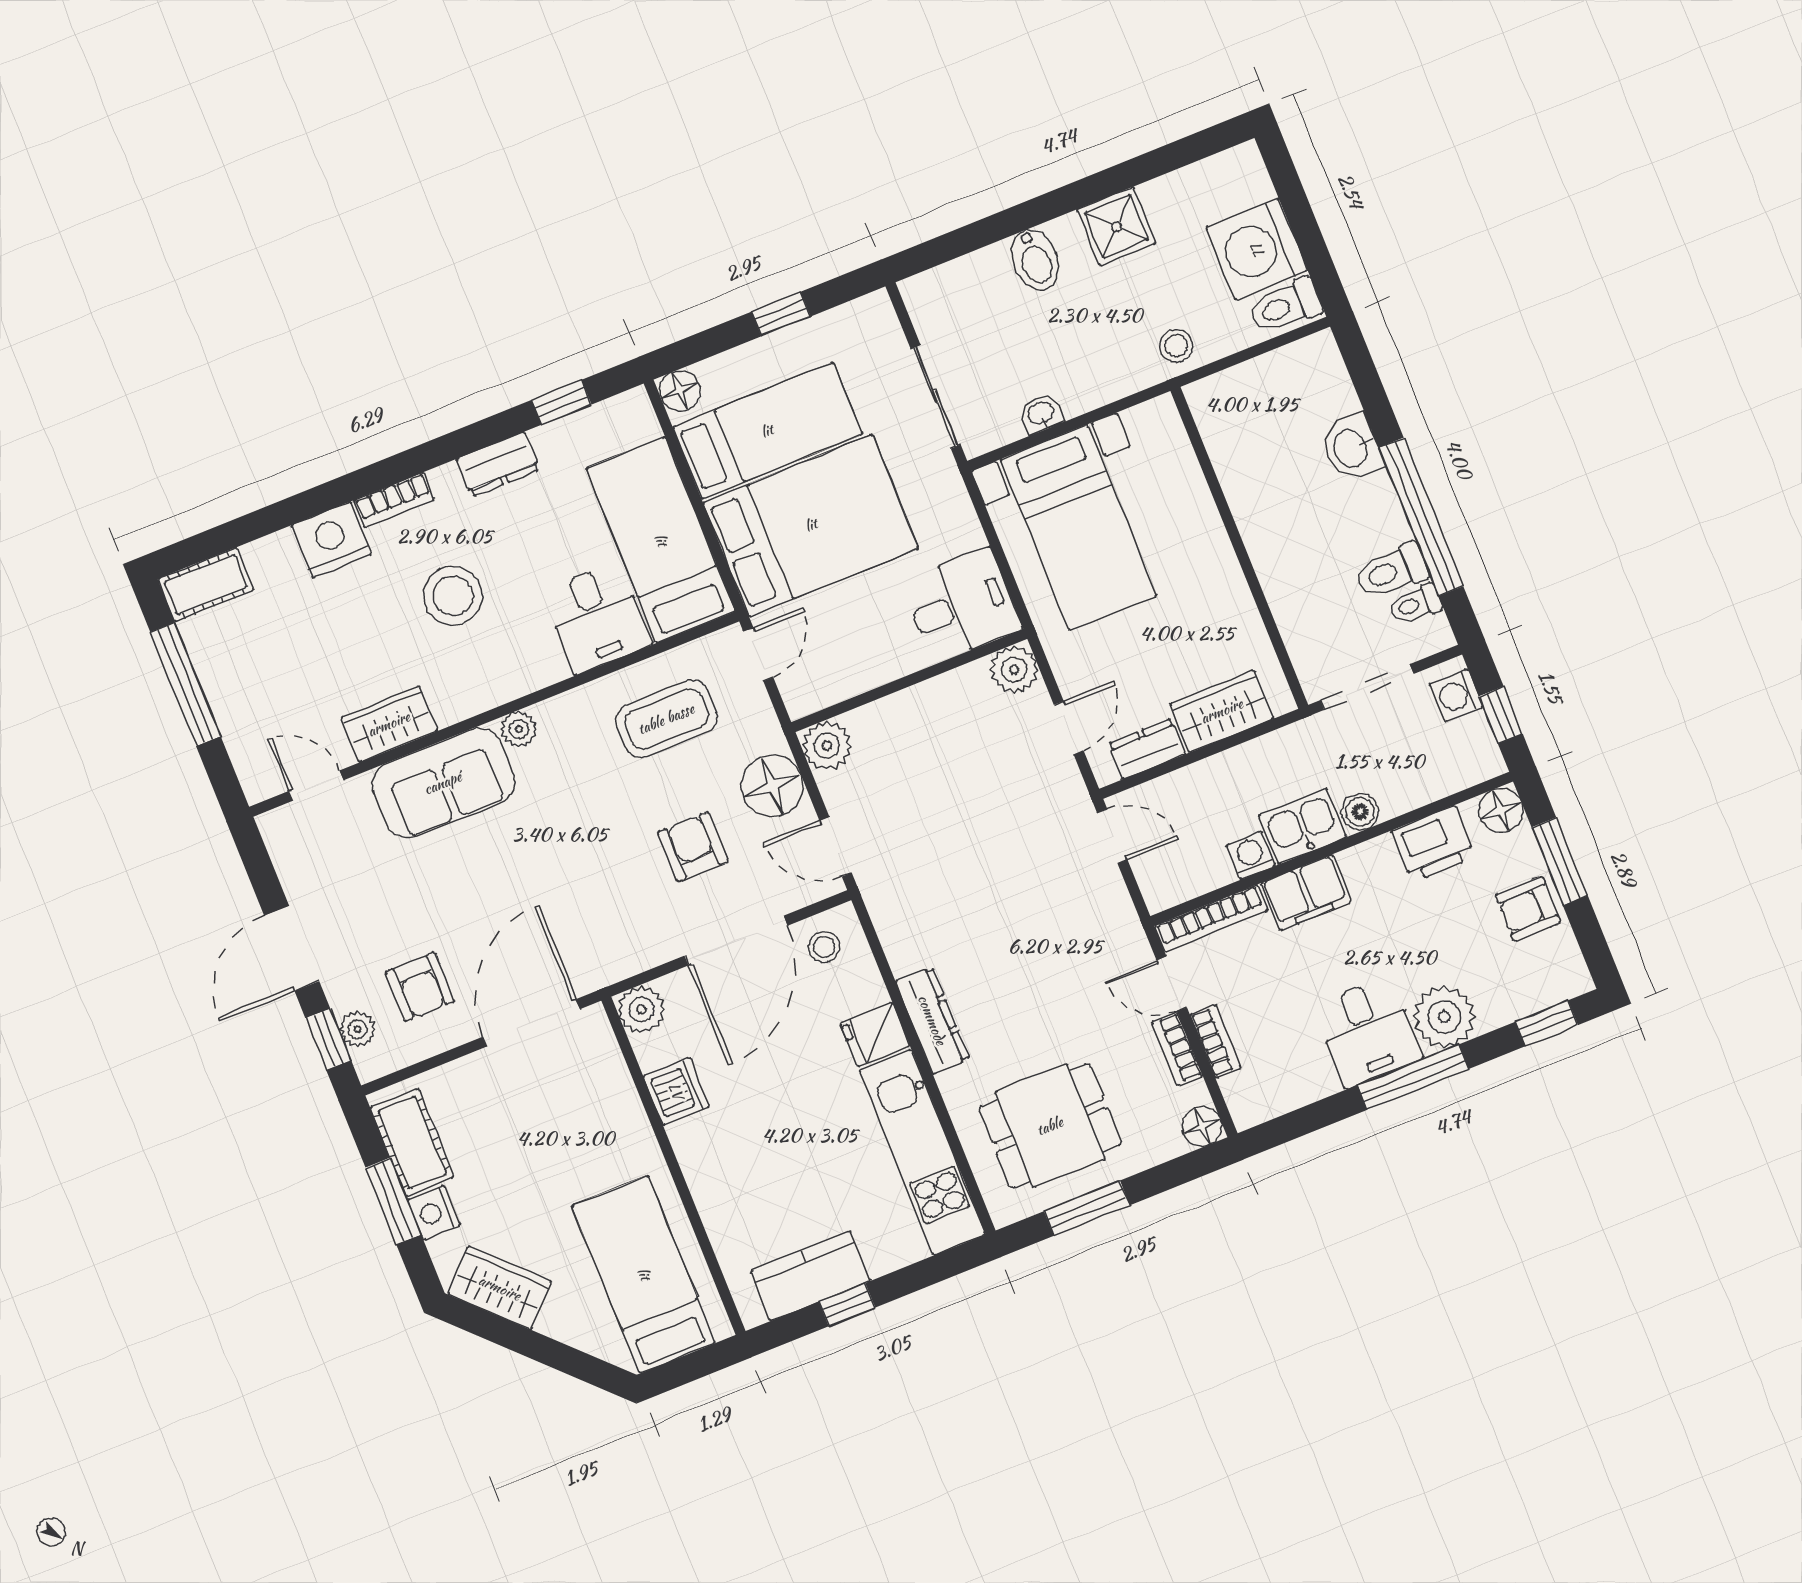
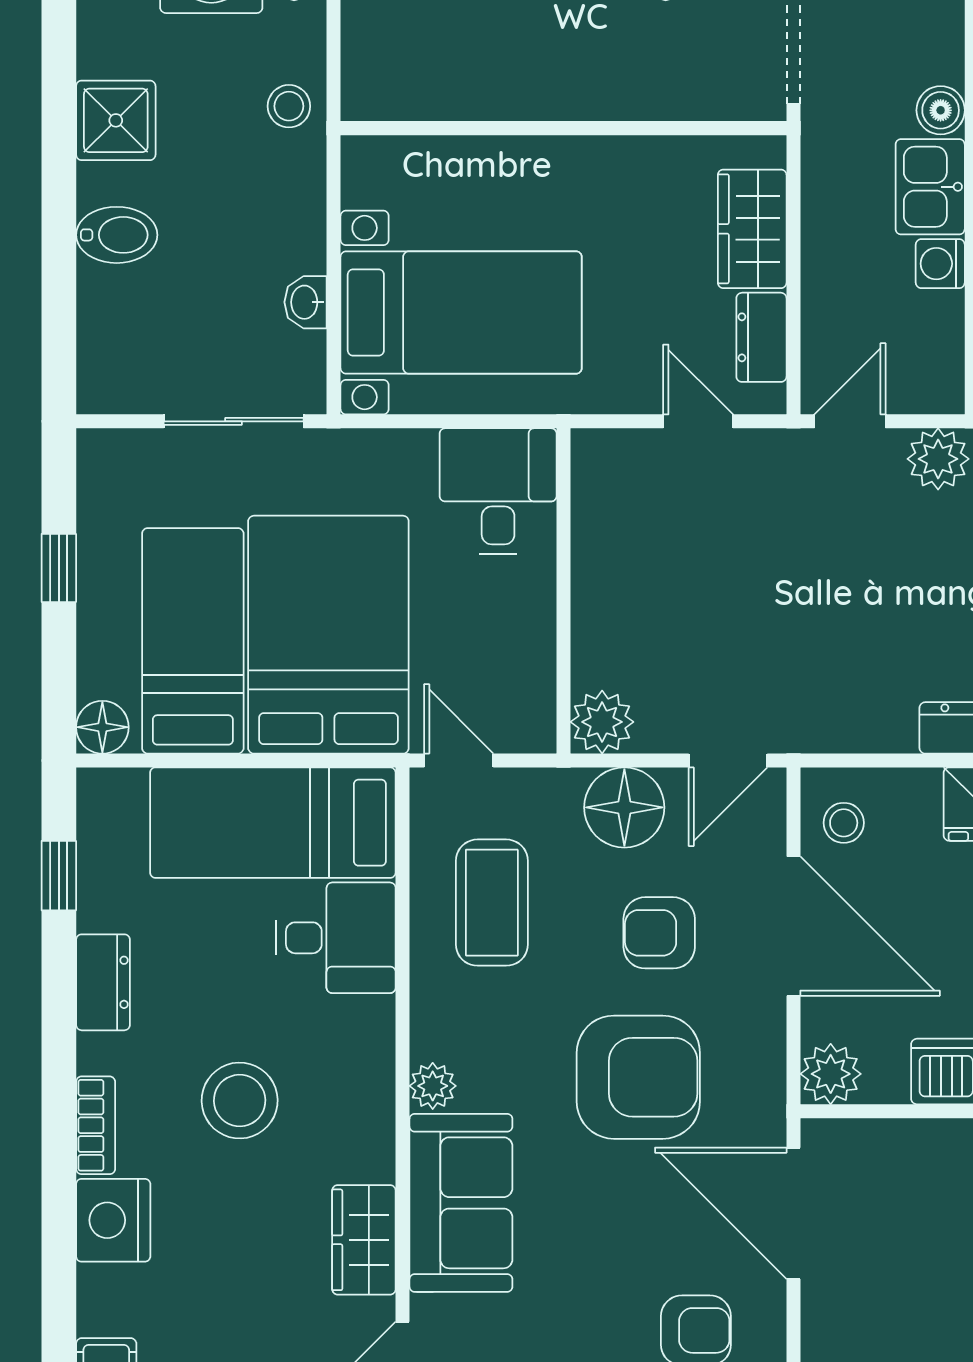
plant: (1014, 670) -> (938, 459), moved
armchair: (584, 873) -> (638, 1077), added

